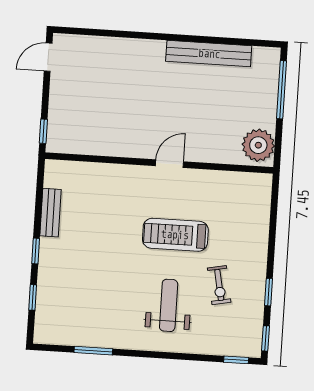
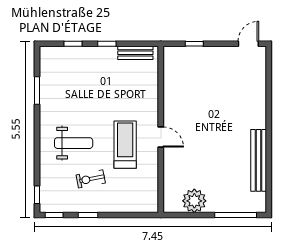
door: (48, 57) -> (248, 44), hinge flipped
wall: (159, 163) -> (161, 129), moved
door: (170, 164) -> (161, 137), moved

